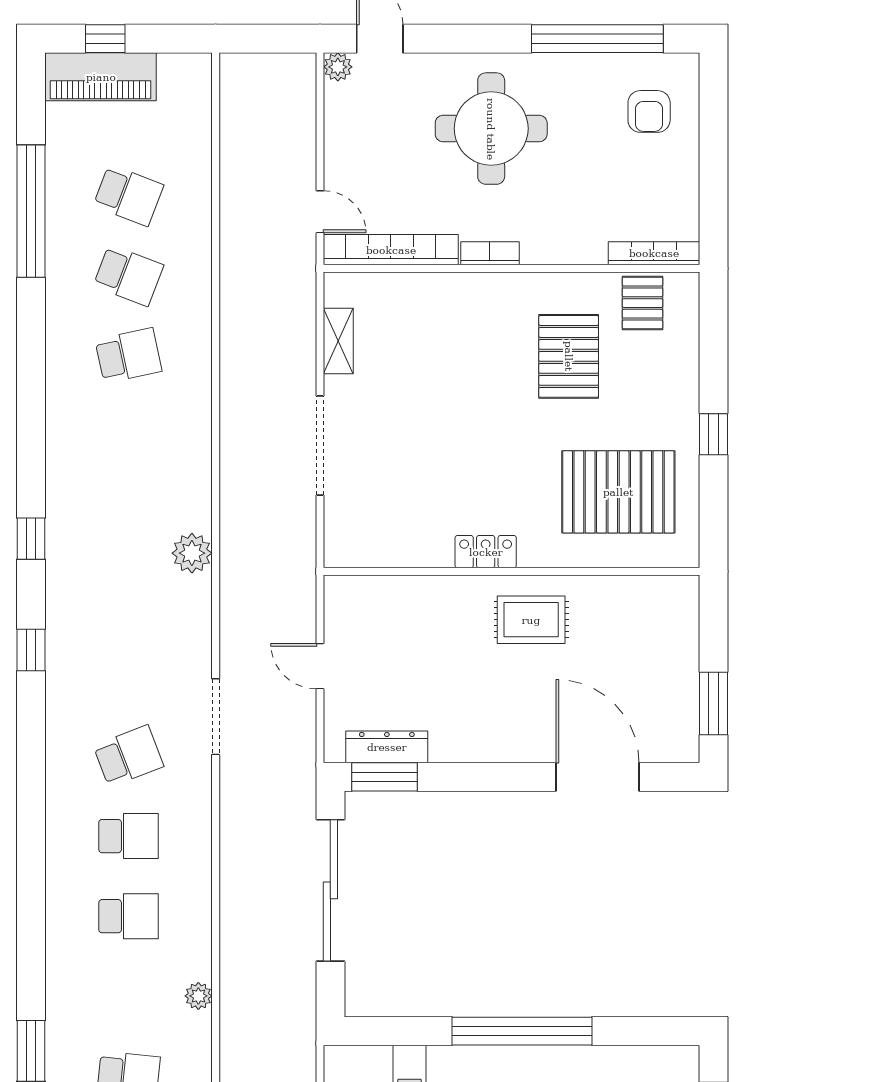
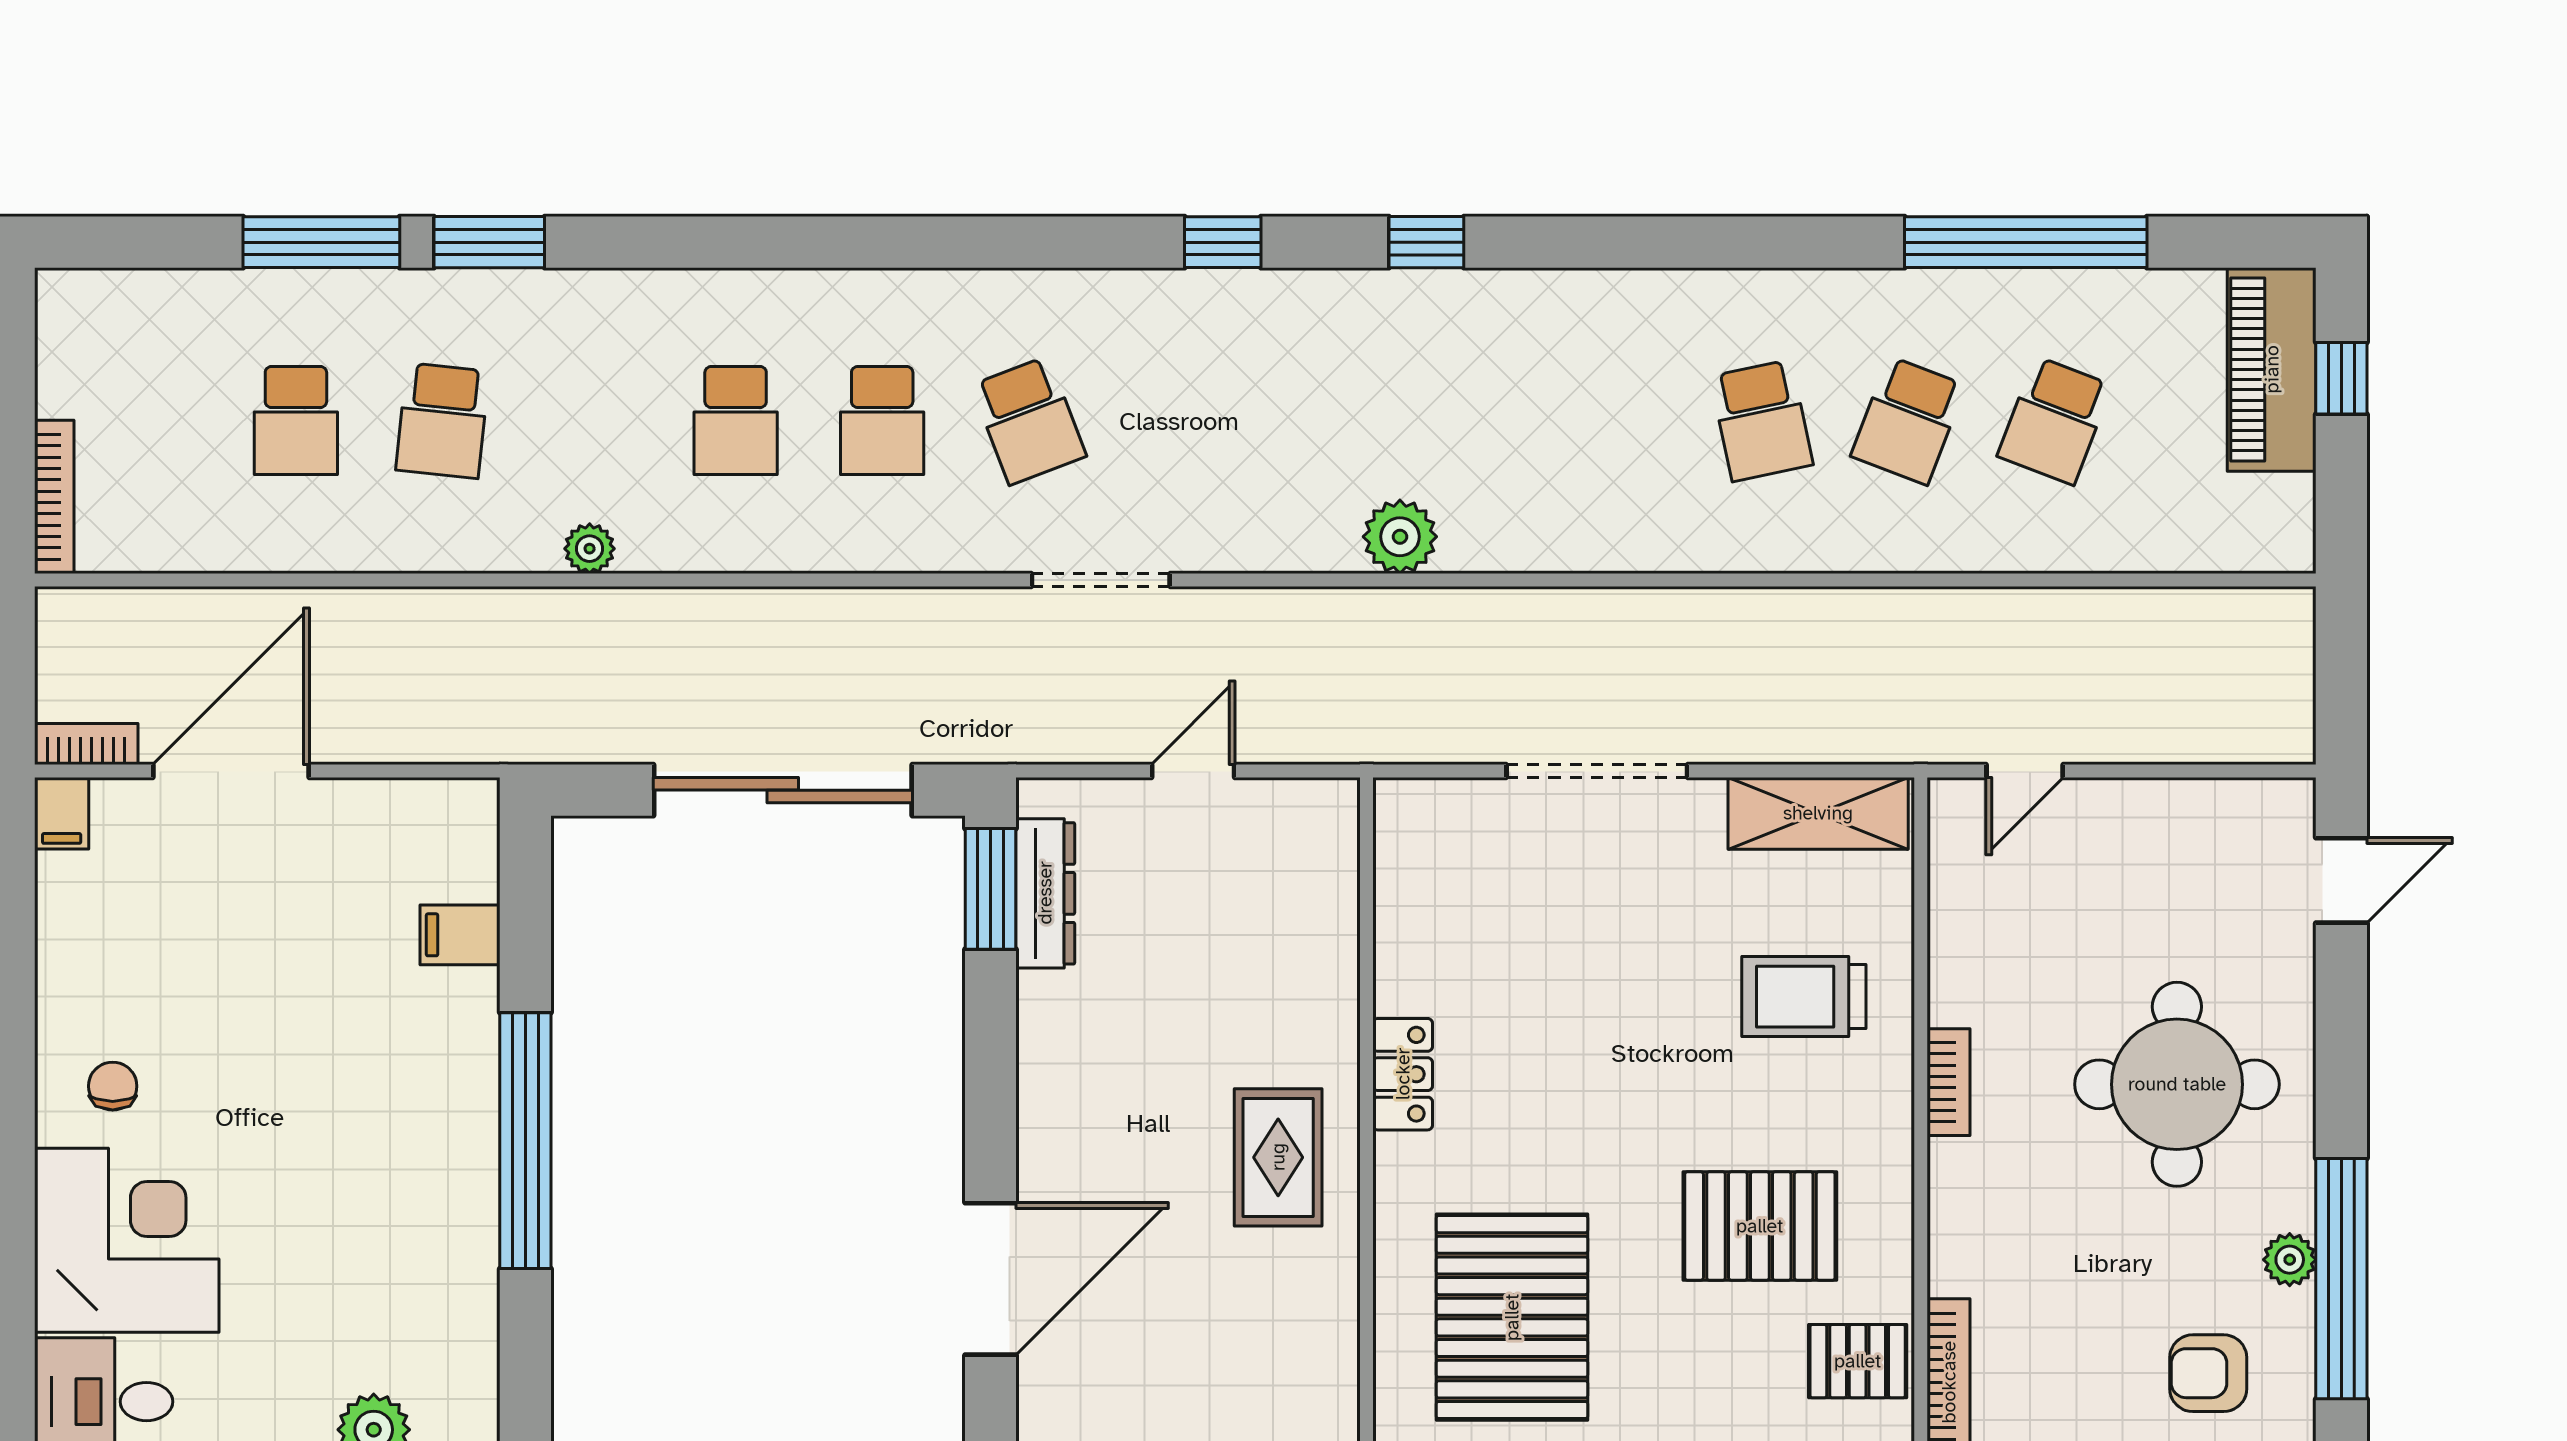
plant: (338, 67) -> (2290, 1260), moved
bookcase: (391, 250) -> (1955, 901), removed
trolley: (443, 332) -> (1804, 997), added
shelving: (338, 341) -> (1818, 813), width x1.50, depth x1.33

